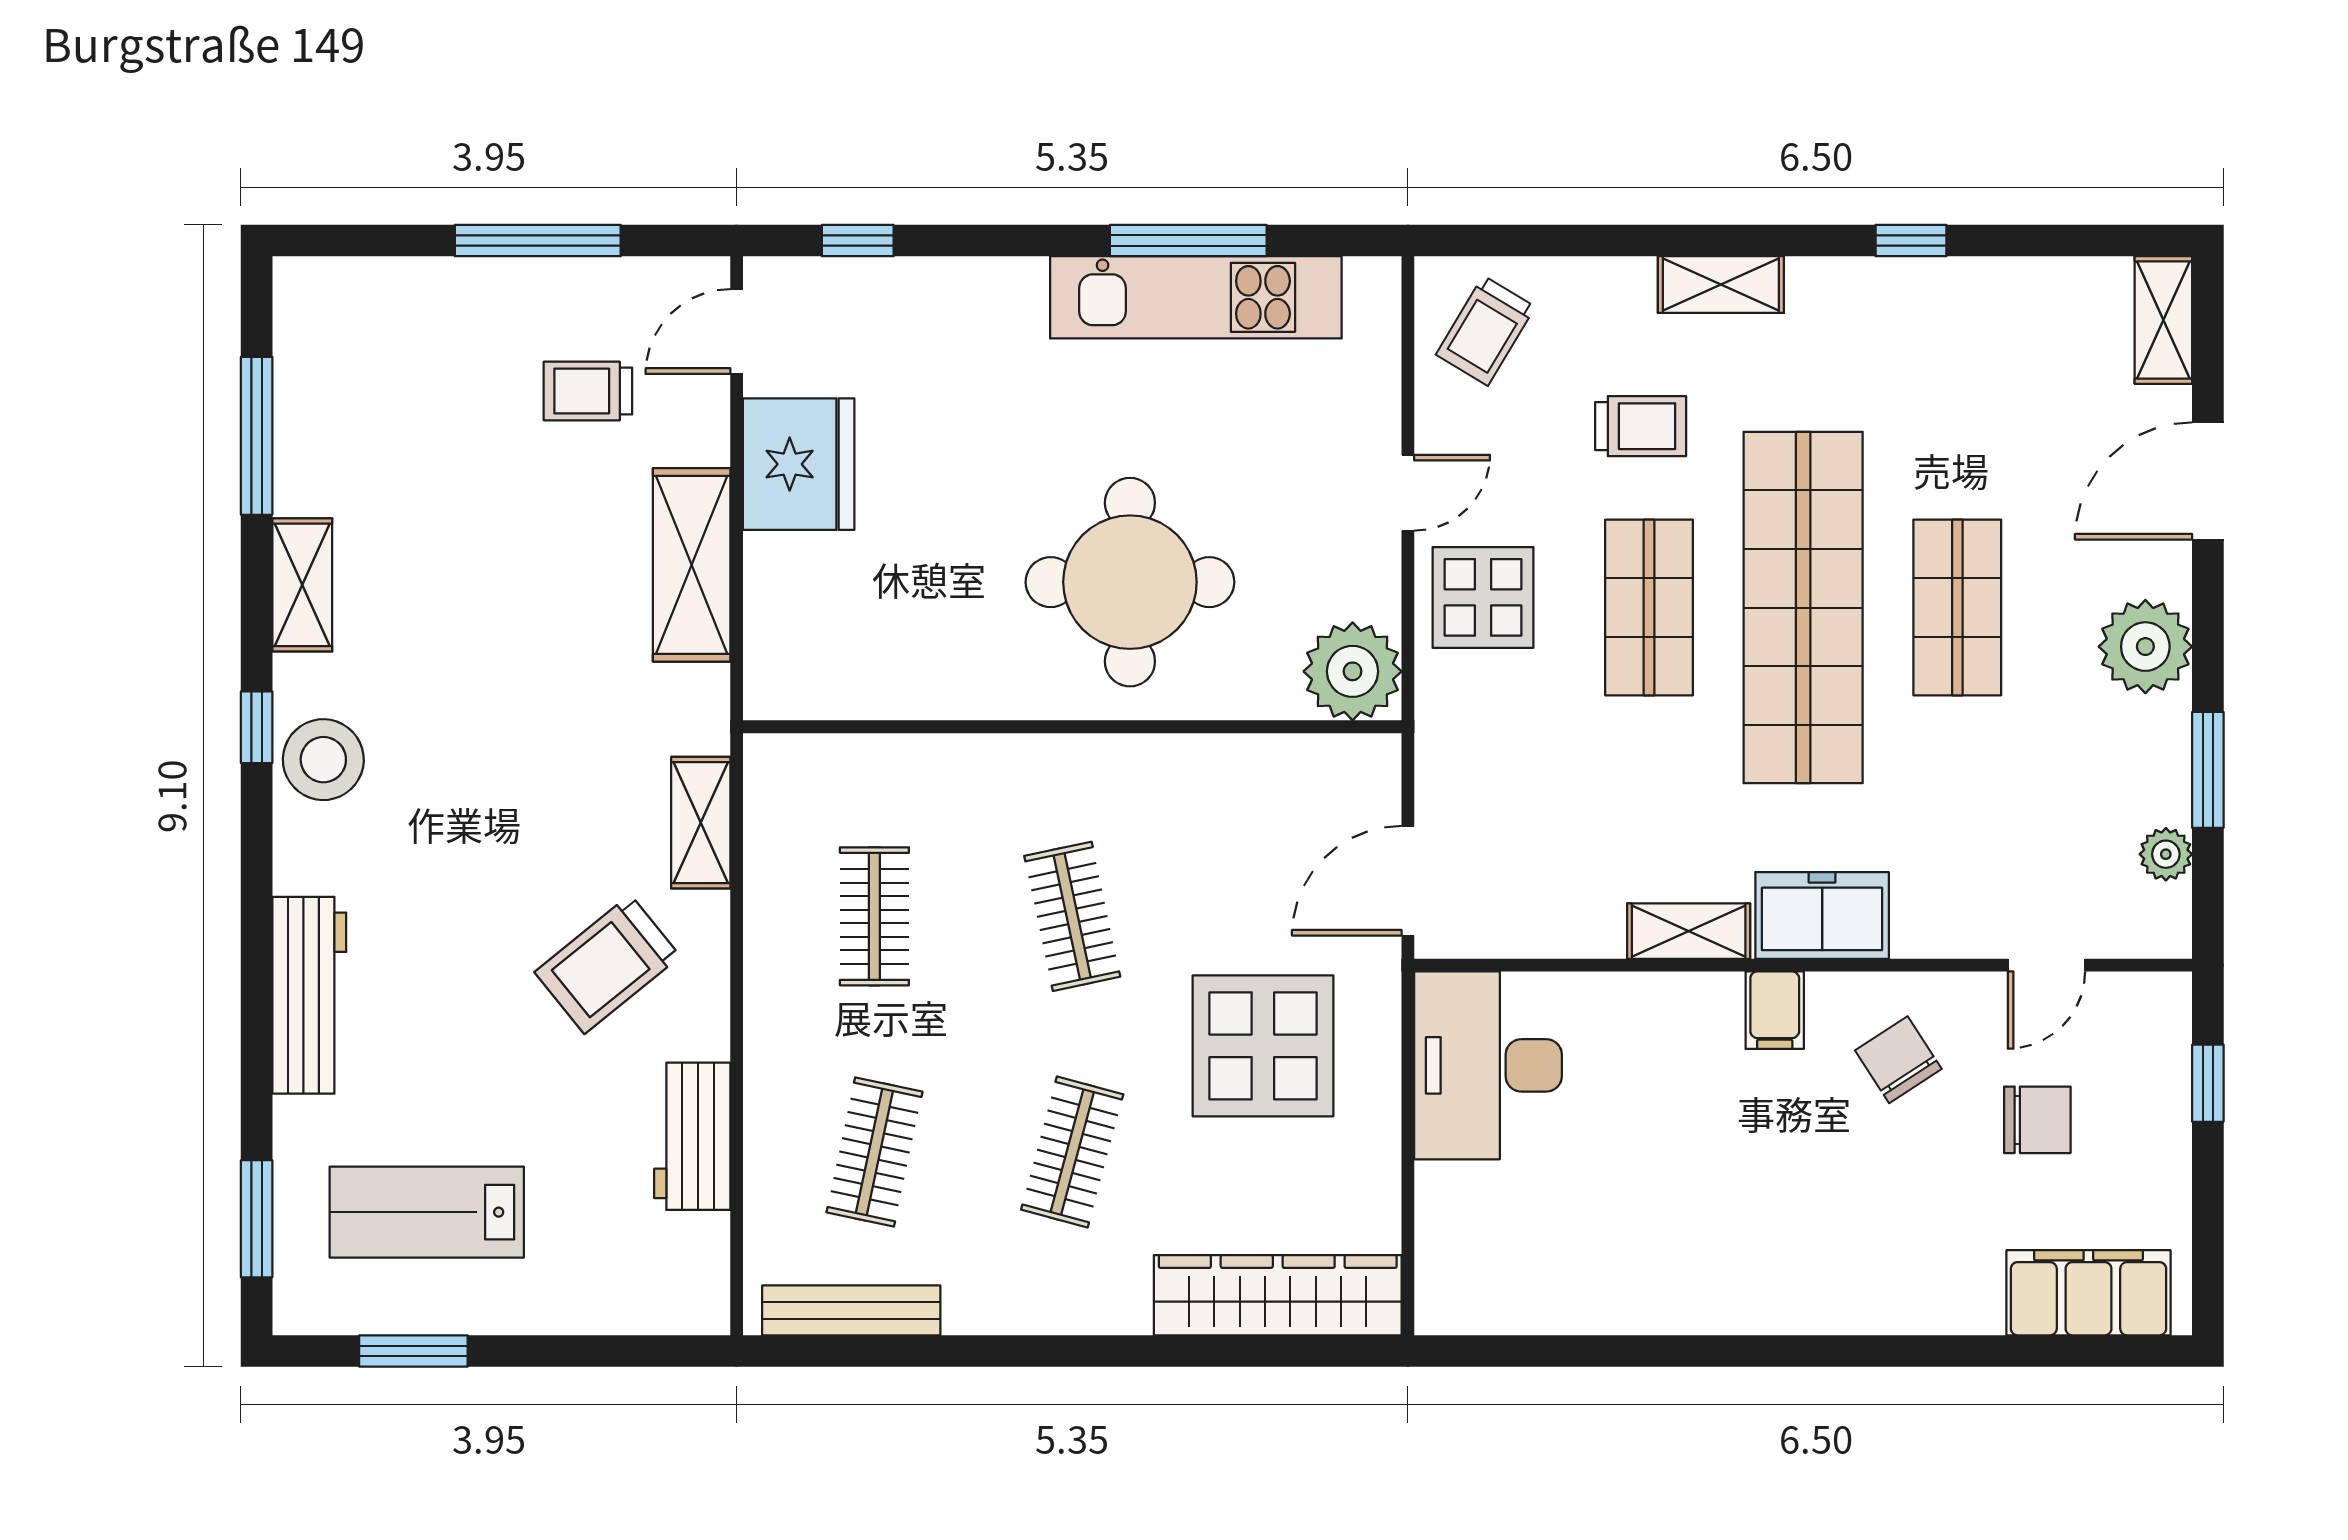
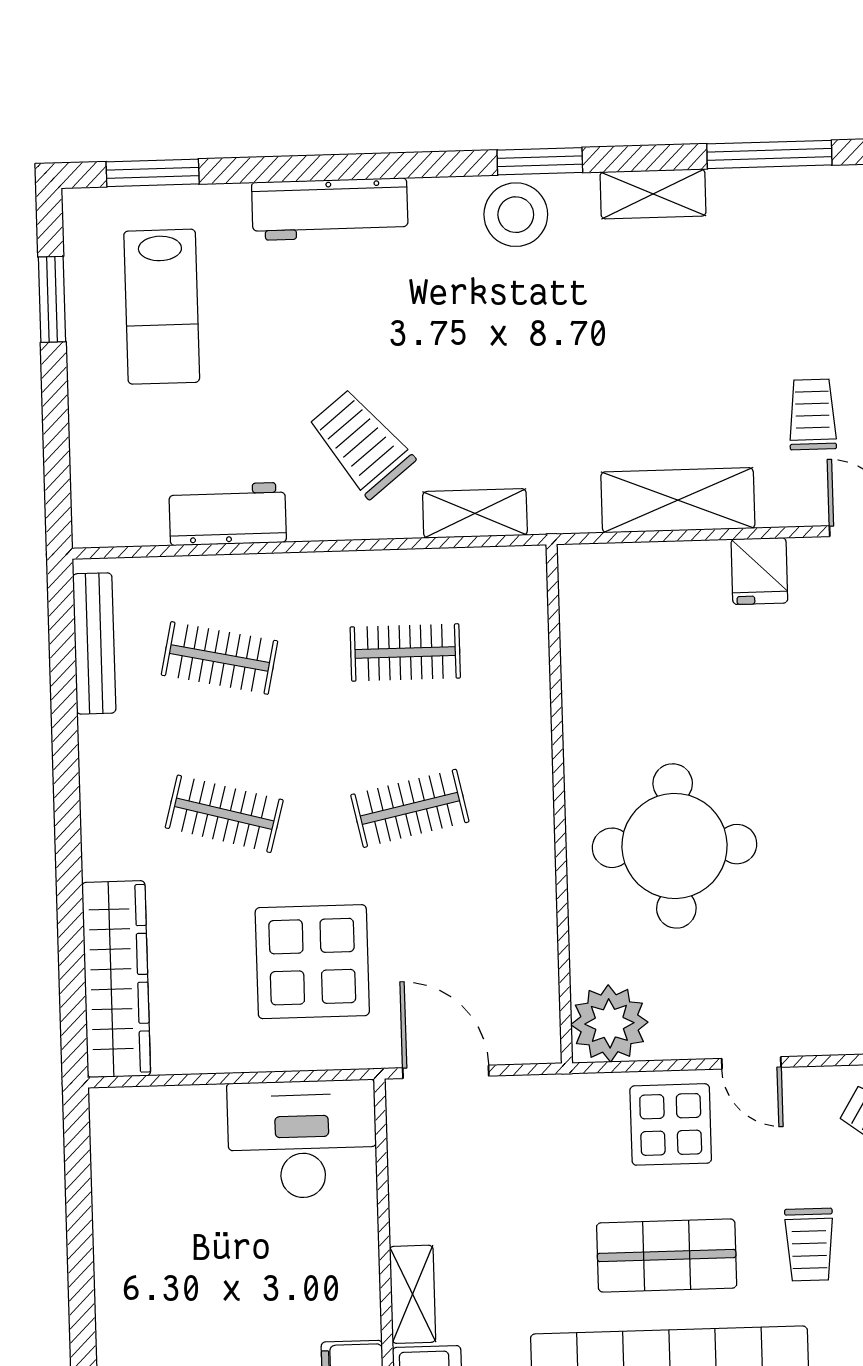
fridge: (799, 464) -> (759, 571), width x0.53, depth x0.75
window: (257, 727) -> (540, 161), width x1.50
lab bench: (427, 1212) -> (162, 307), turned 180

